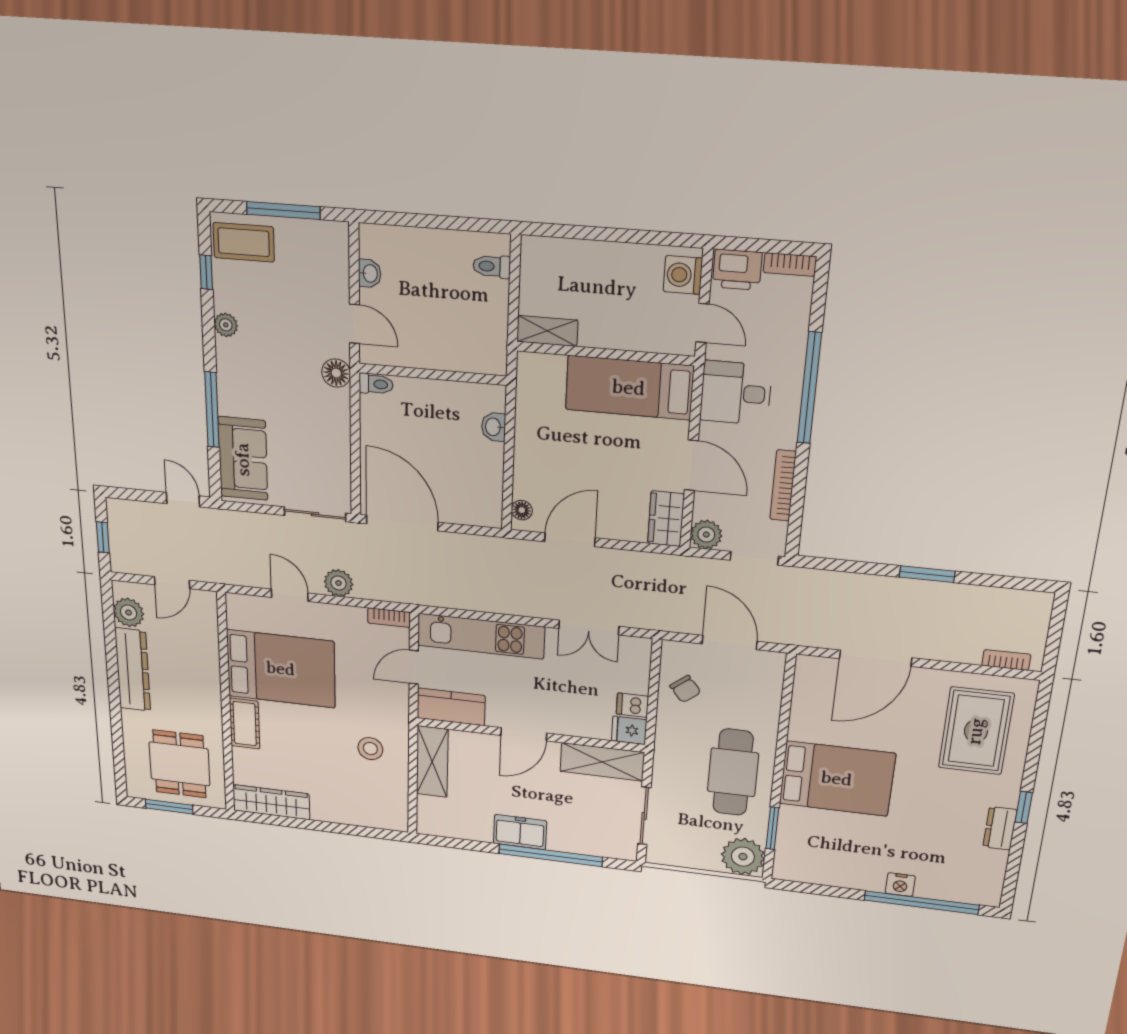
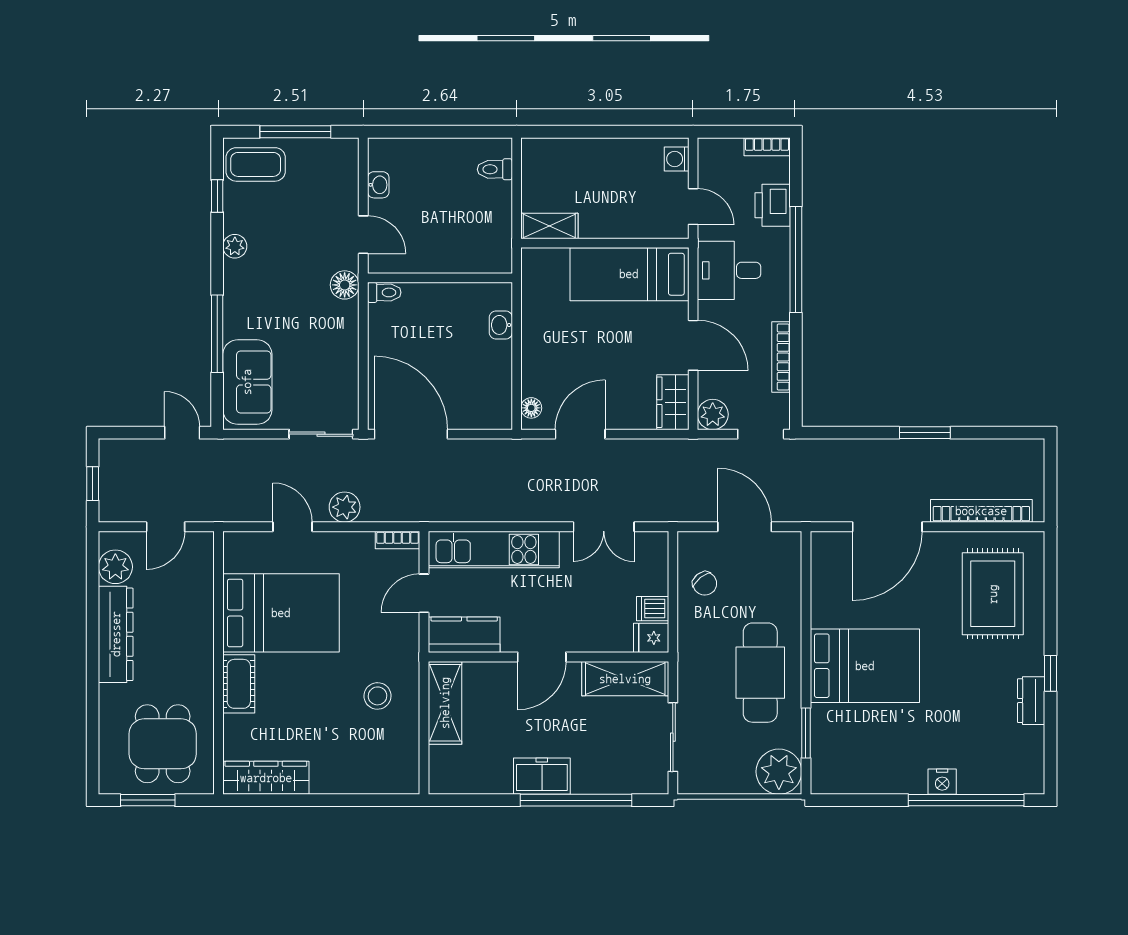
printer: (737, 270) -> (773, 205), moved, turned 90
washing machine: (683, 275) -> (677, 159), width x0.73, depth x0.73
bookcase: (1006, 660) -> (981, 511), width x2.31, depth x1.31

